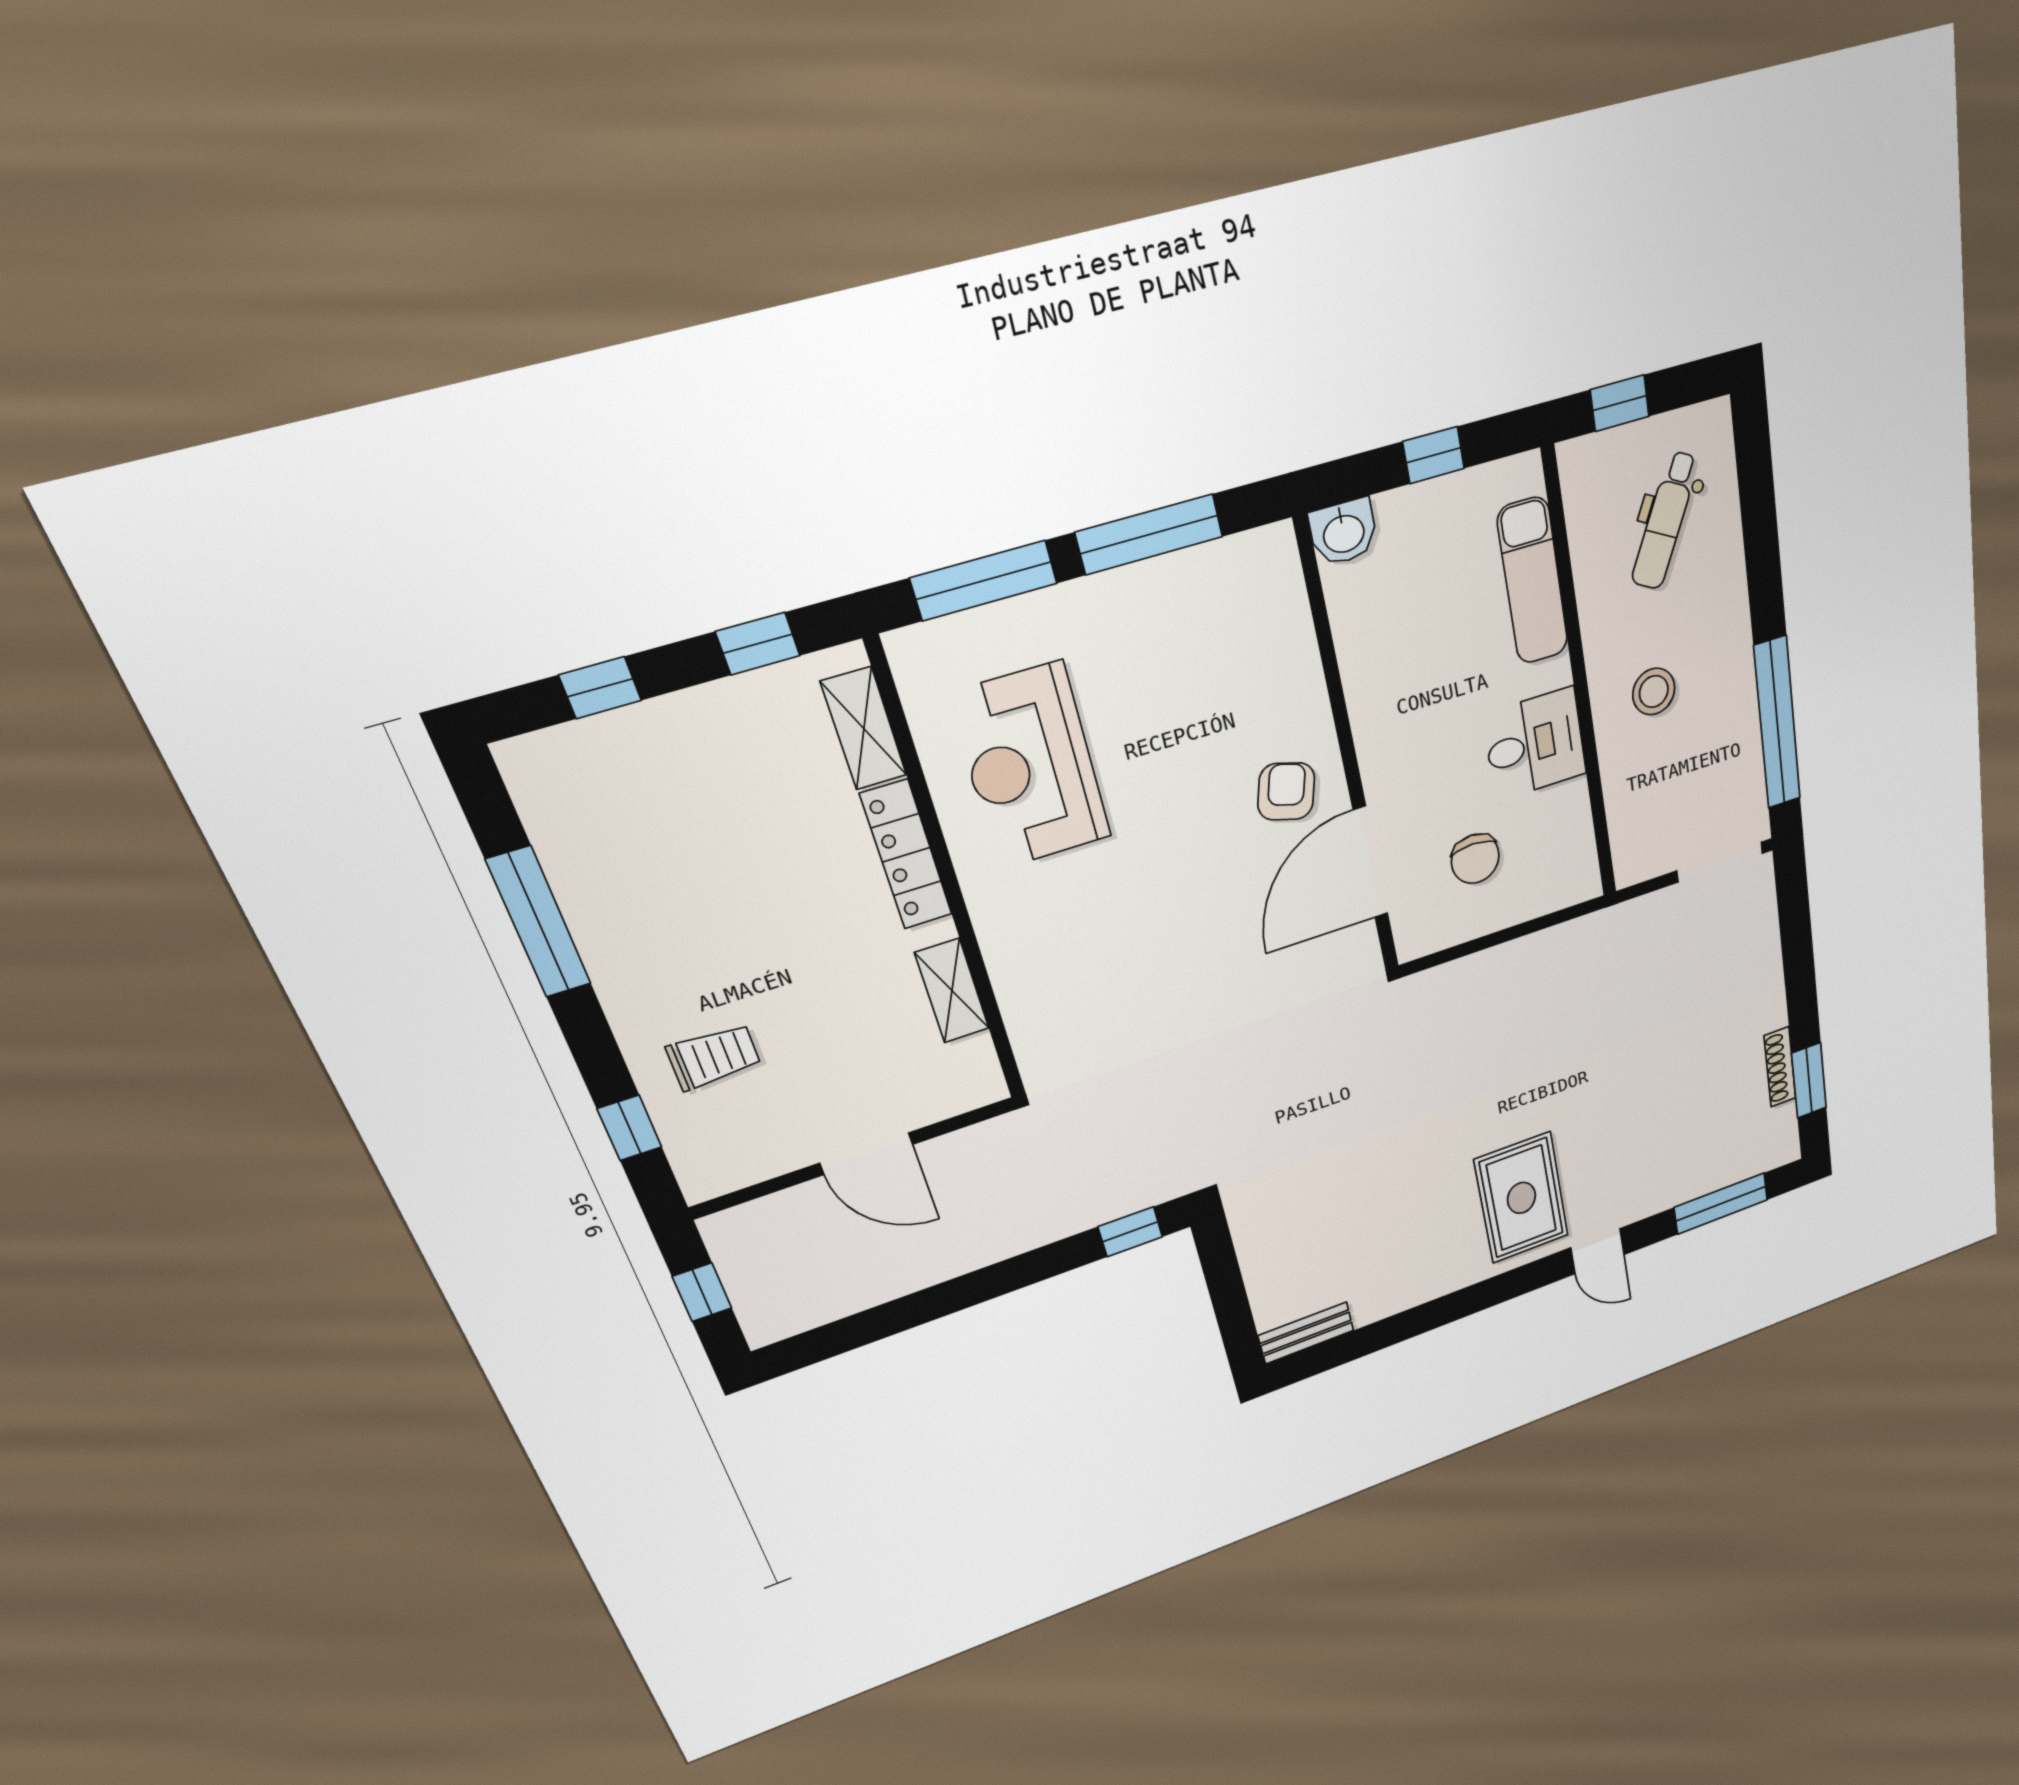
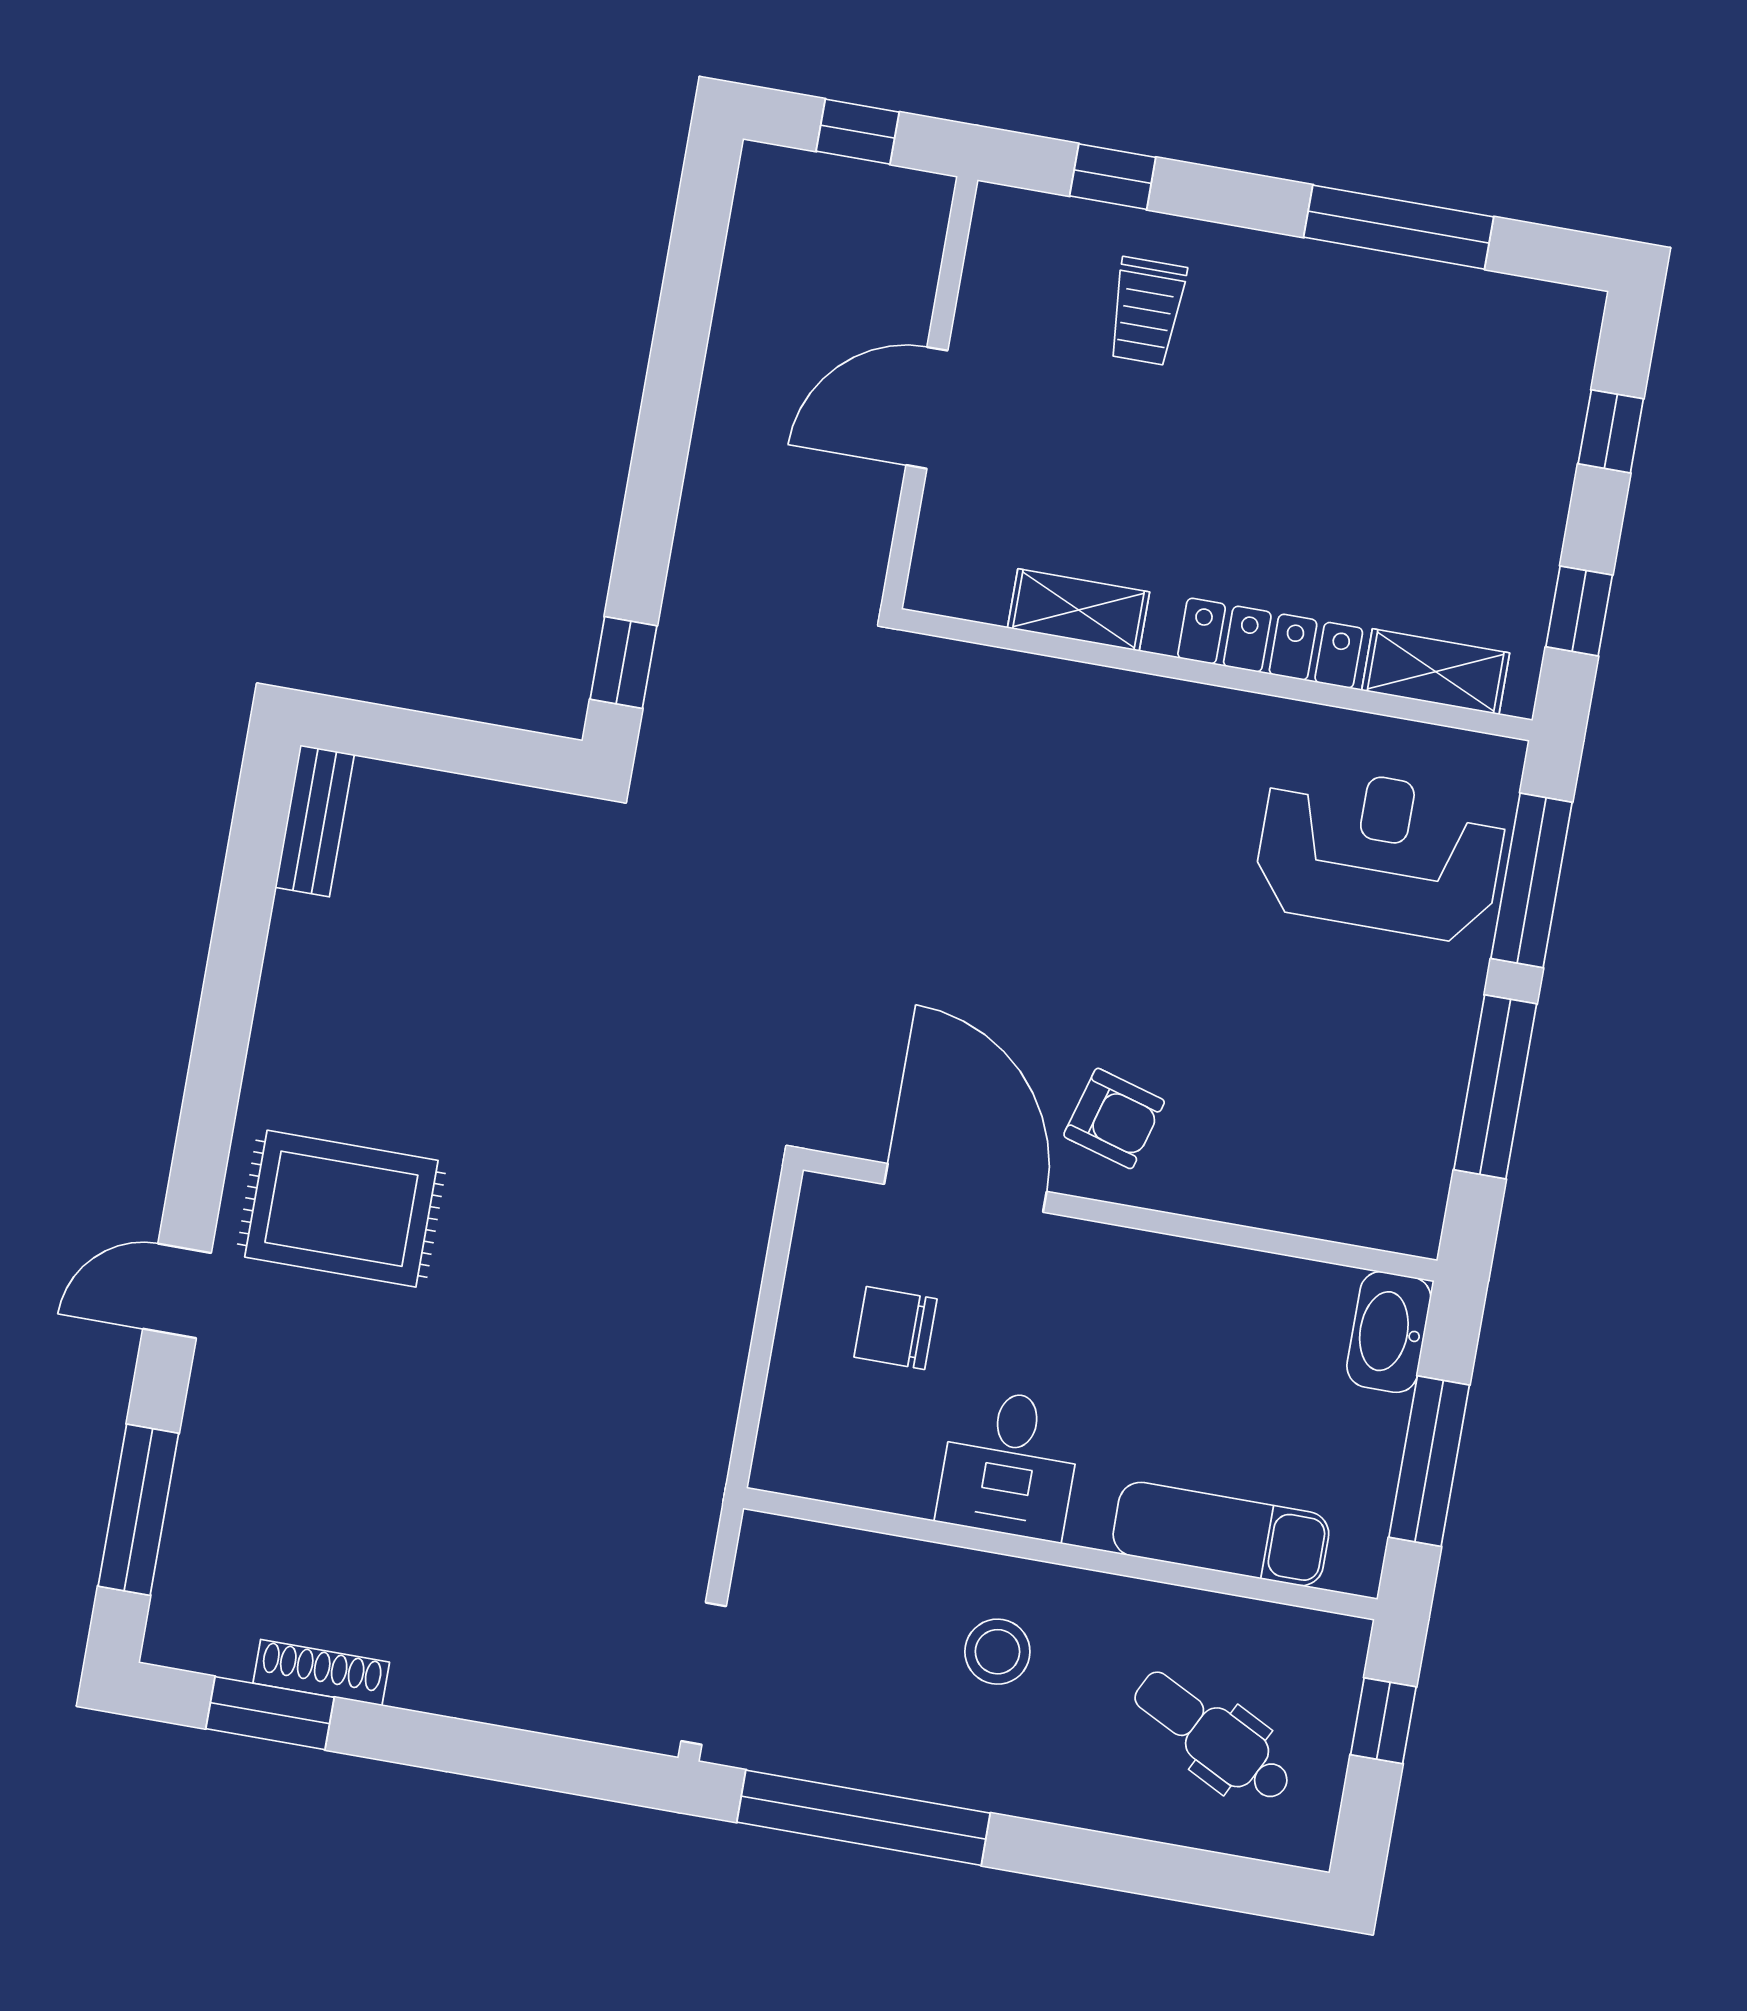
window: (1434, 455) -> (1429, 1461), width x2.17
washbasin: (1343, 532) -> (1389, 1332), width x1.38
reception desk: (1031, 766) -> (1380, 853), moved

